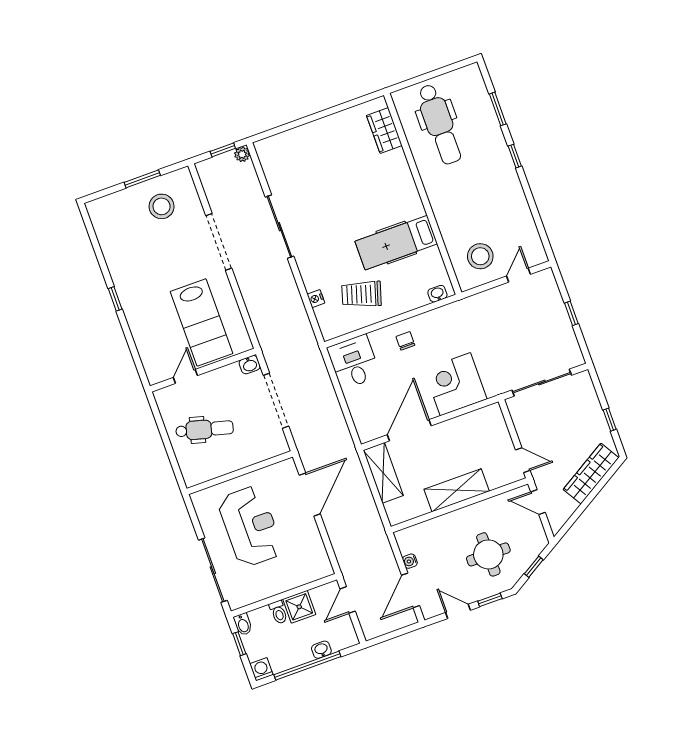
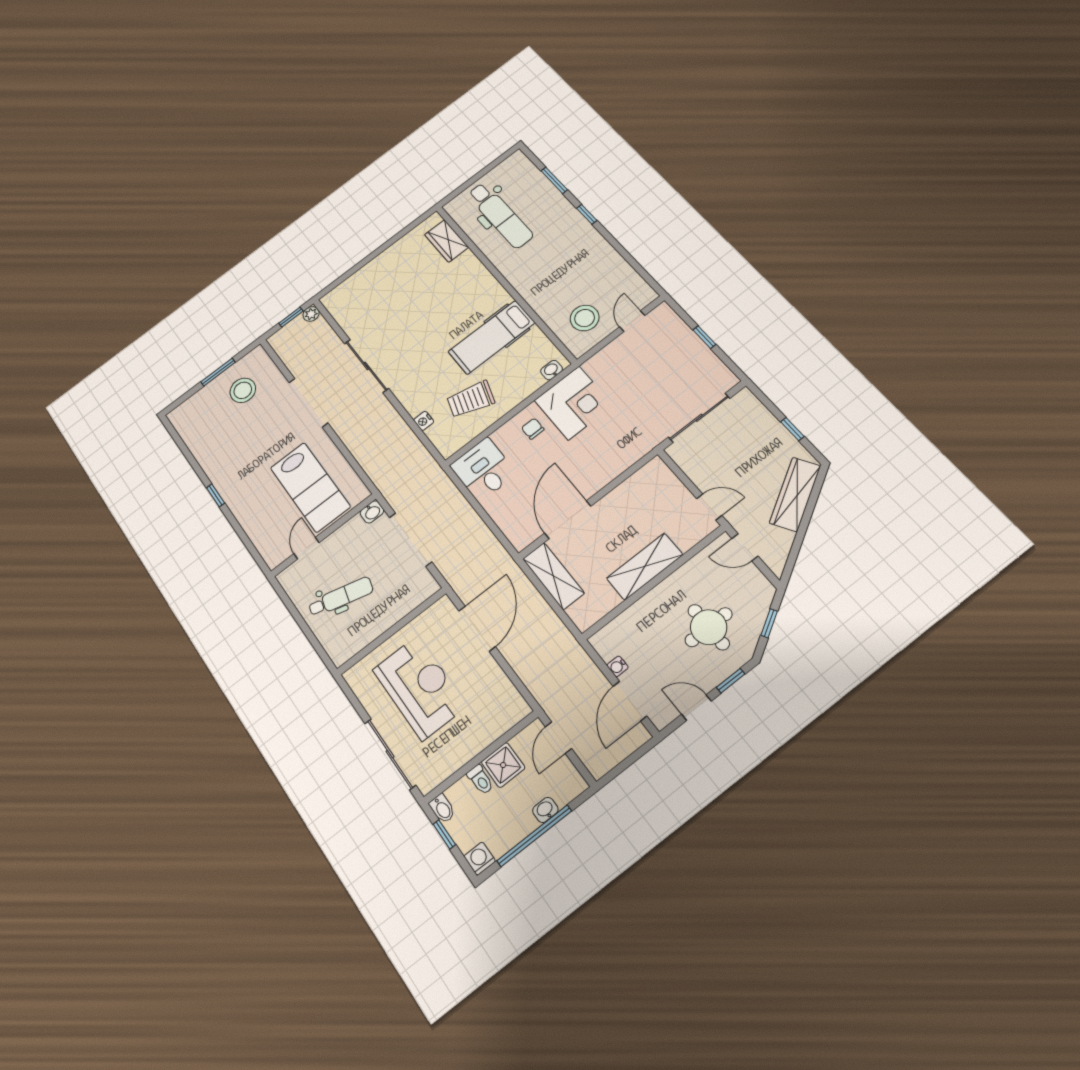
corner desk: (455, 384) -> (574, 403), moved, turned 180

